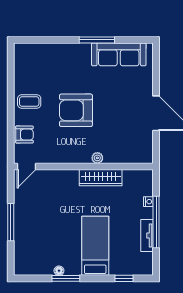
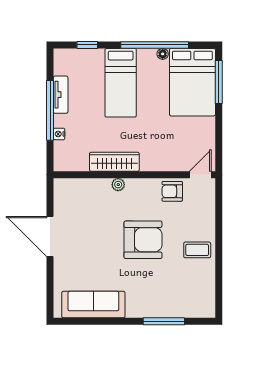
window: (97, 40) -> (164, 321), moved
armchair: (24, 135) -> (172, 191), moved
window: (11, 222) -> (219, 82), moved
bed: (33, 246) -> (192, 82), added
window: (66, 278) -> (155, 45), width x2.11

